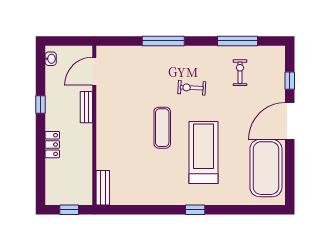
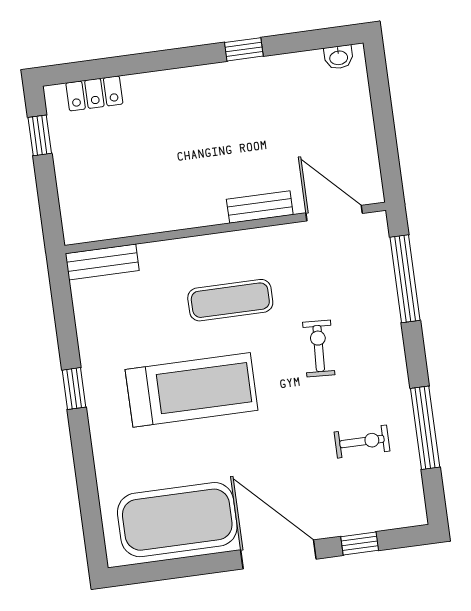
door: (94, 71) -> (334, 213), moved
bench: (86, 107) -> (260, 207), moved
wall: (94, 125) -> (225, 228), moved
locker: (52, 145) -> (94, 93), moved
bench: (103, 188) -> (102, 262), moved

